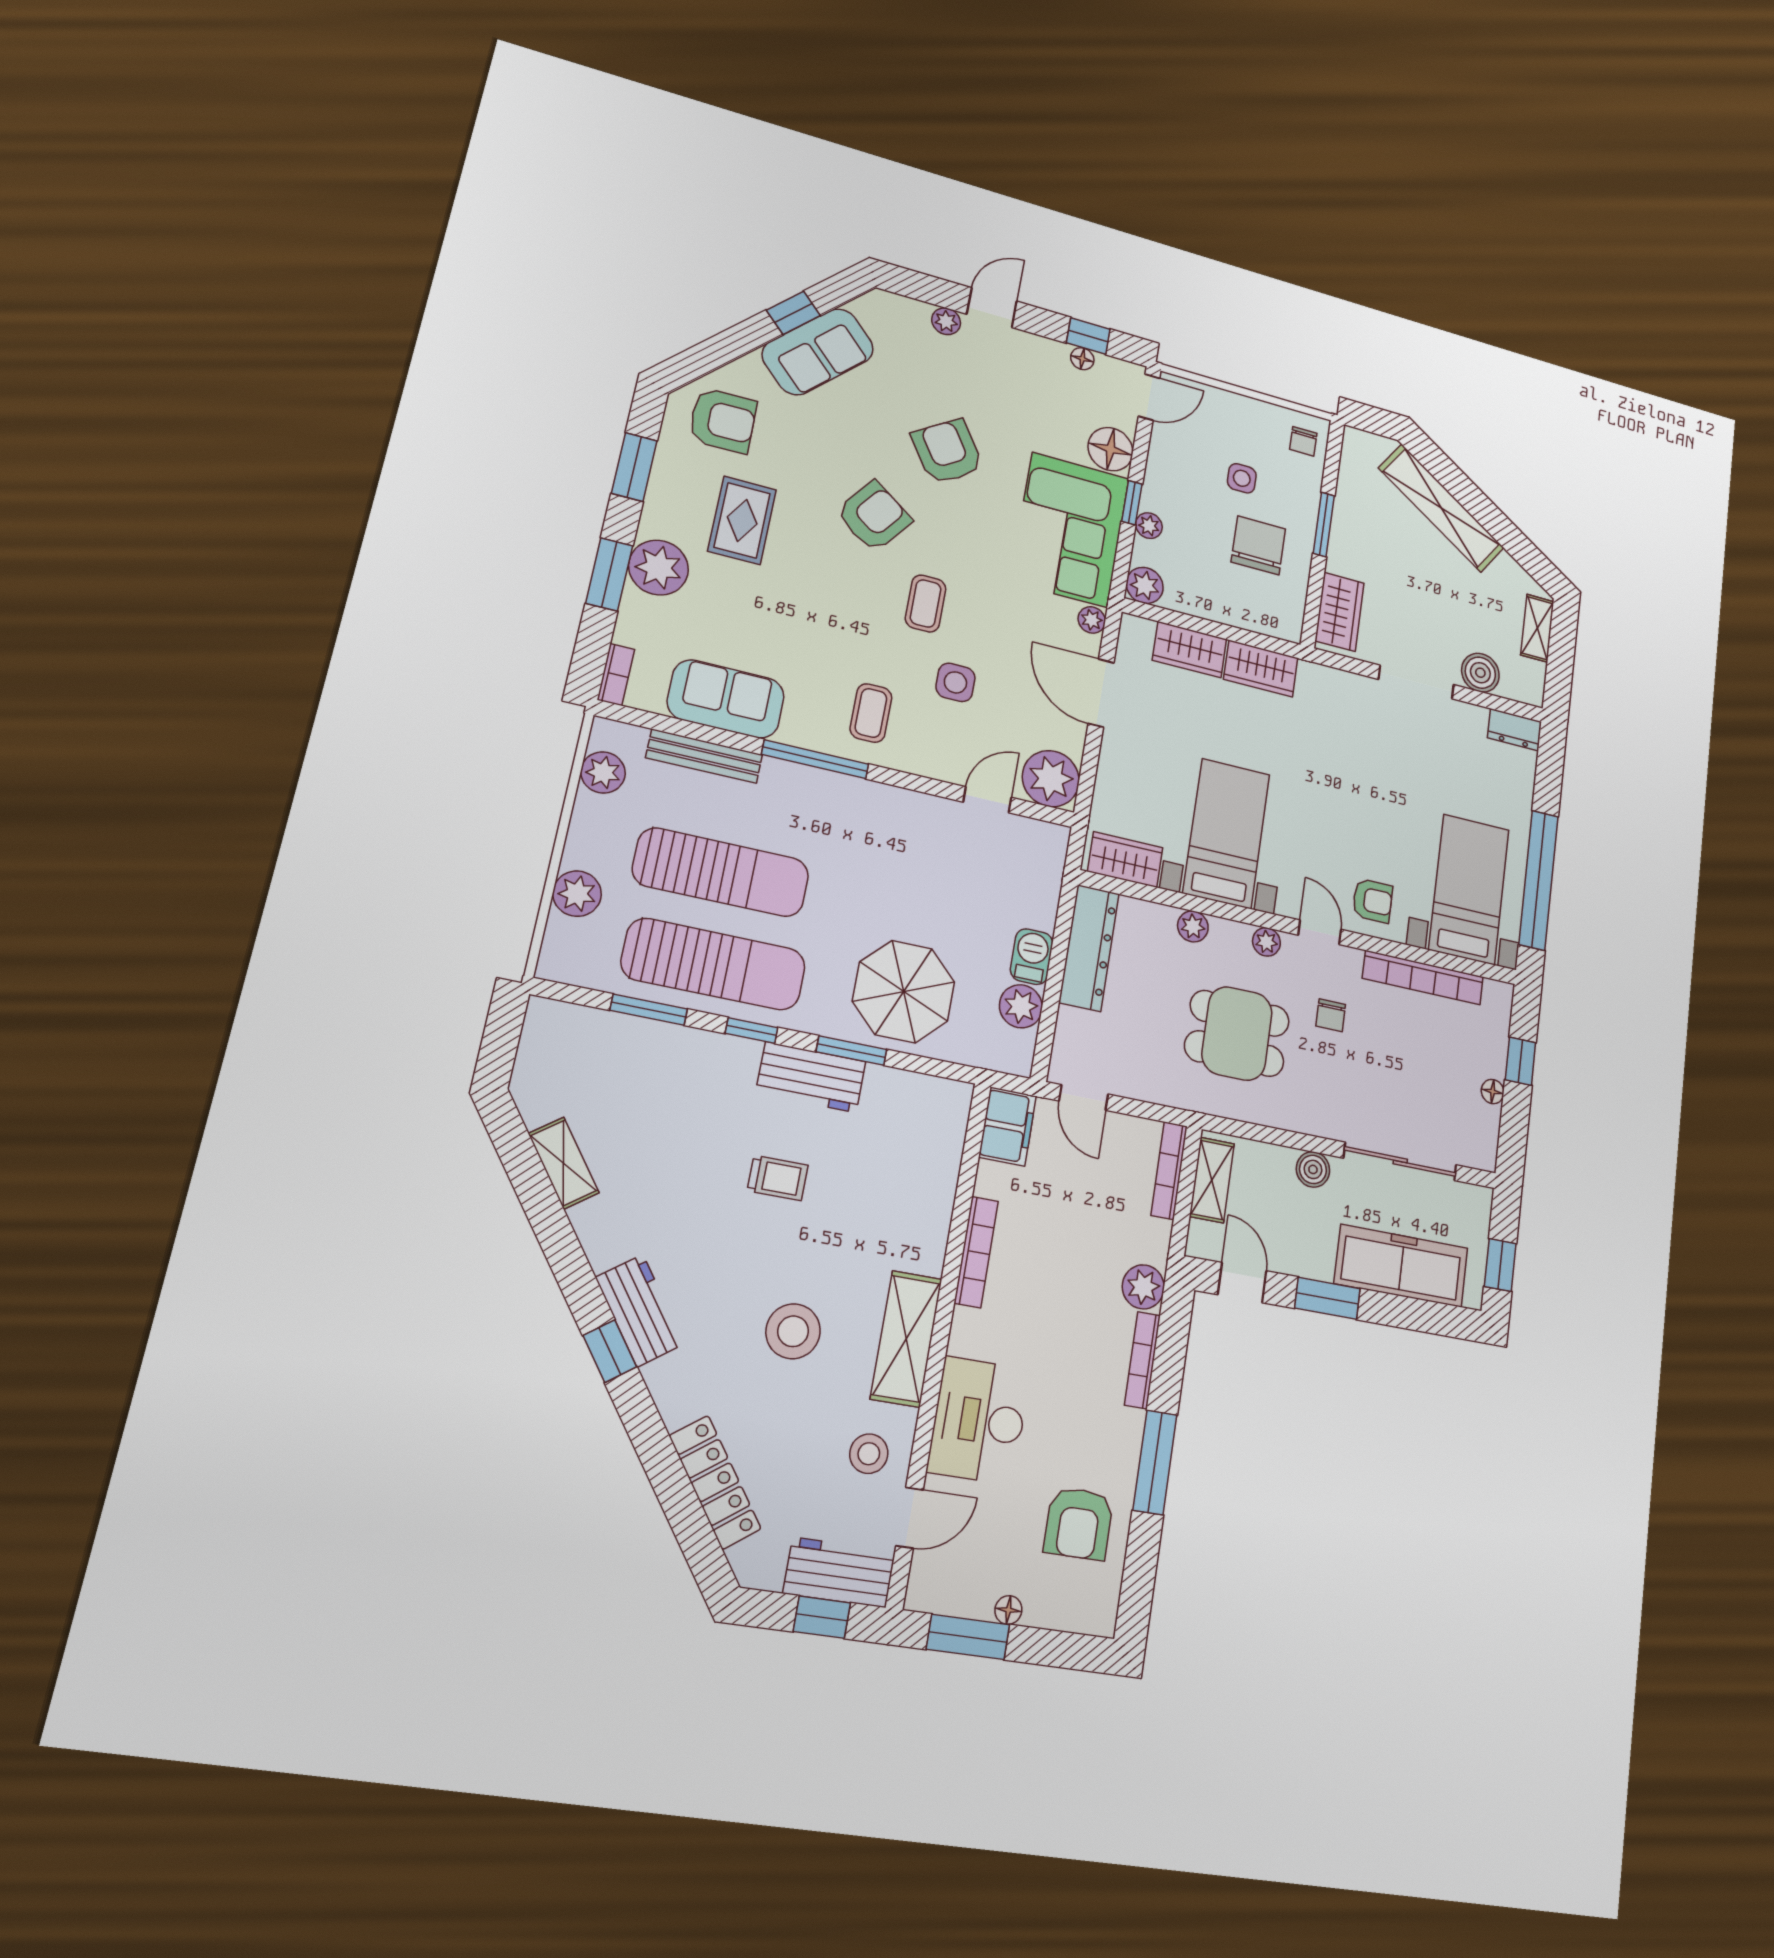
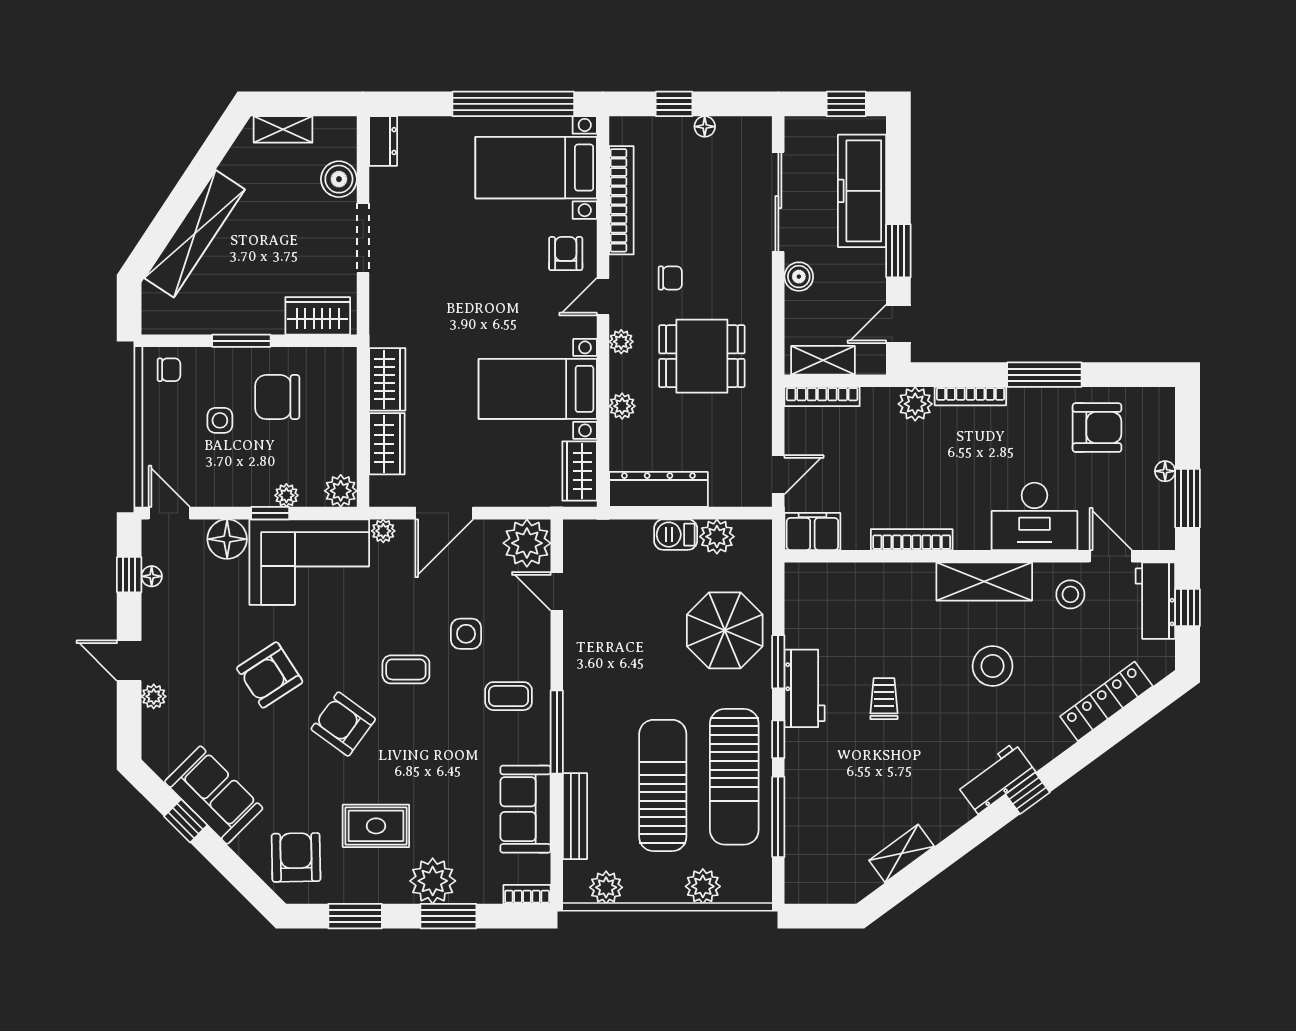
sun lounger: (714, 964) -> (734, 777), turned 180
window: (649, 1010) -> (778, 817), width x1.44
dining table: (1237, 1033) -> (702, 356), turned 90

